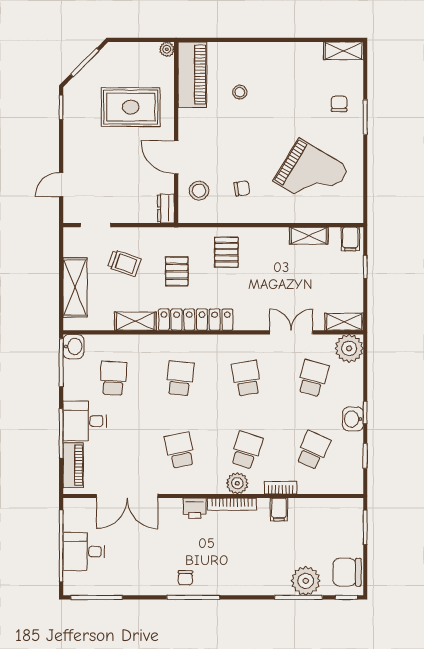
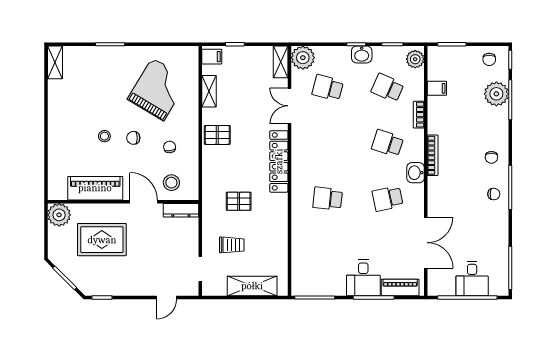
plant: (167, 49) -> (59, 215), width x1.88, depth x1.88
piano: (192, 75) -> (95, 188), moved
stool: (240, 92) -> (104, 136), moved
chair: (339, 104) -> (133, 138), moved
rug: (131, 107) -> (102, 240), turned 90
door: (176, 157) -> (144, 202), swing flipped
door: (61, 185) -> (166, 298), hinge flipped
dresser: (166, 208) -> (181, 210), width x1.44
pallet: (226, 252) -> (217, 135), moved
trolley: (124, 263) -> (232, 245), turned 71
locker: (196, 320) -> (279, 161), moved
shelving: (135, 321) -> (280, 236), removed
washbasin: (73, 346) -> (416, 173), moved, turned -90
school desk: (113, 378) -> (328, 254), removed
school desk: (246, 378) -> (328, 143), removed
plant: (237, 483) -> (415, 59), moved
printer: (195, 508) -> (436, 186), removed
filing cabinet: (279, 509) -> (437, 88), moved
chair: (347, 572) -> (489, 59), width x0.54, depth x0.54
chair: (229, 575) -> (491, 157), added

